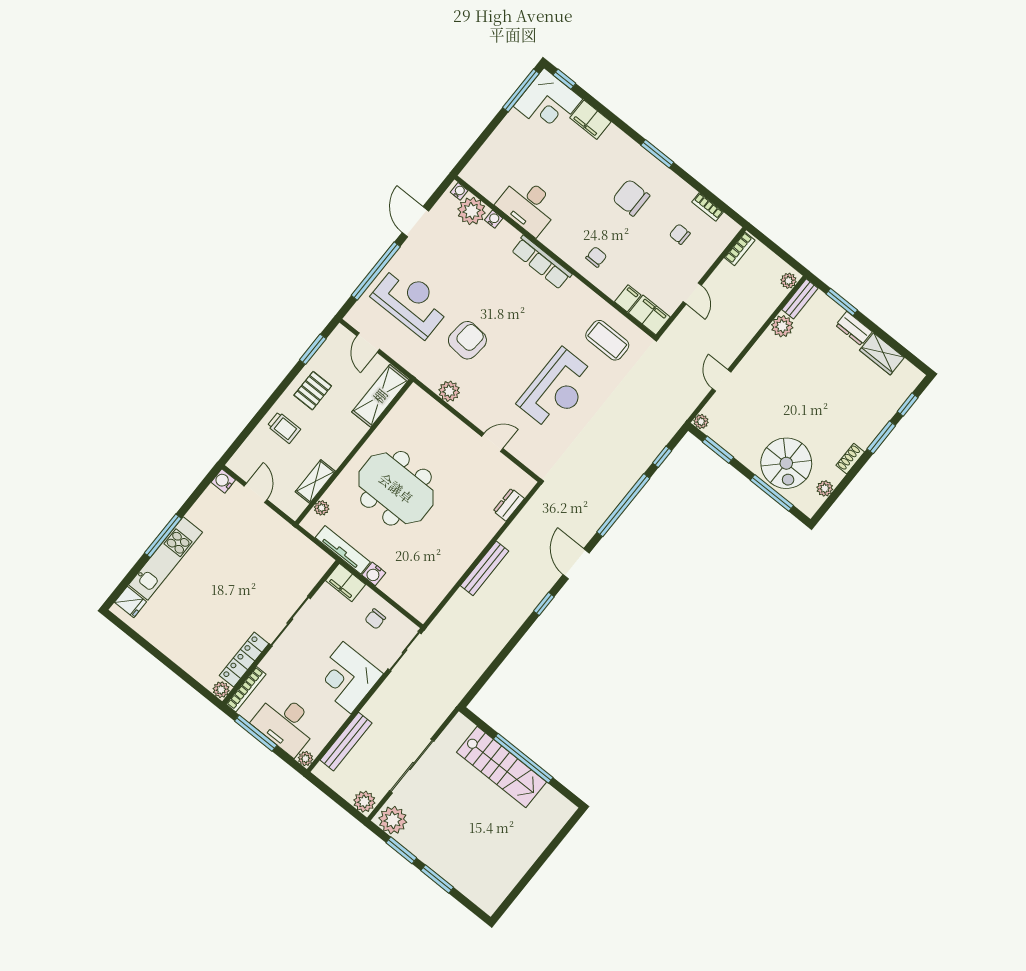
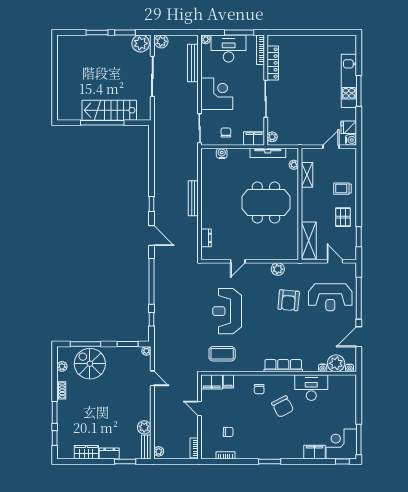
chair: (631, 198) -> (283, 407), moved, turned 63
door: (415, 222) -> (359, 337), swing flipped
door: (256, 493) -> (331, 147), swing flipped
water cooler: (374, 574) -> (222, 153), moved
fridge: (131, 602) -> (349, 127), moved
plant: (221, 690) -> (272, 137), moved

